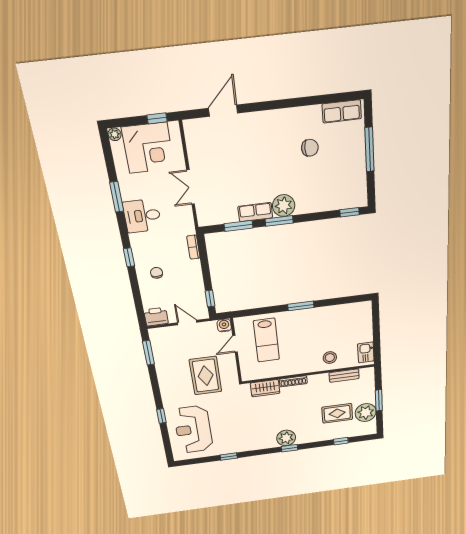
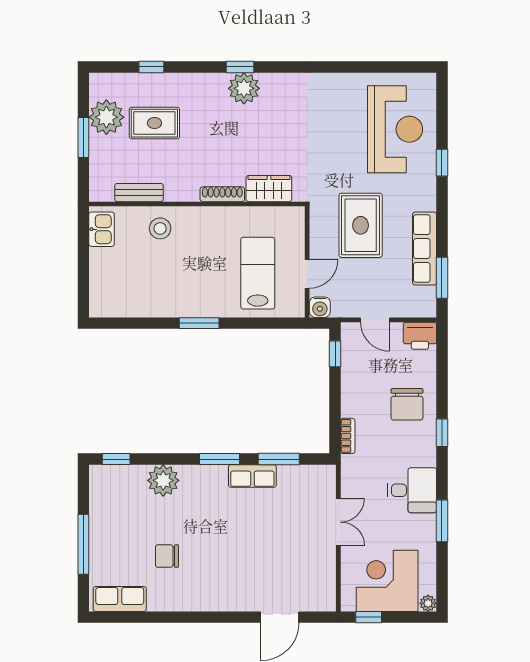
plant: (284, 206) -> (163, 480), moved
chair: (157, 273) -> (407, 404), width x1.87, depth x1.87
row of seats: (163, 368) -> (425, 249), added
window: (229, 456) -> (344, 67), removed

